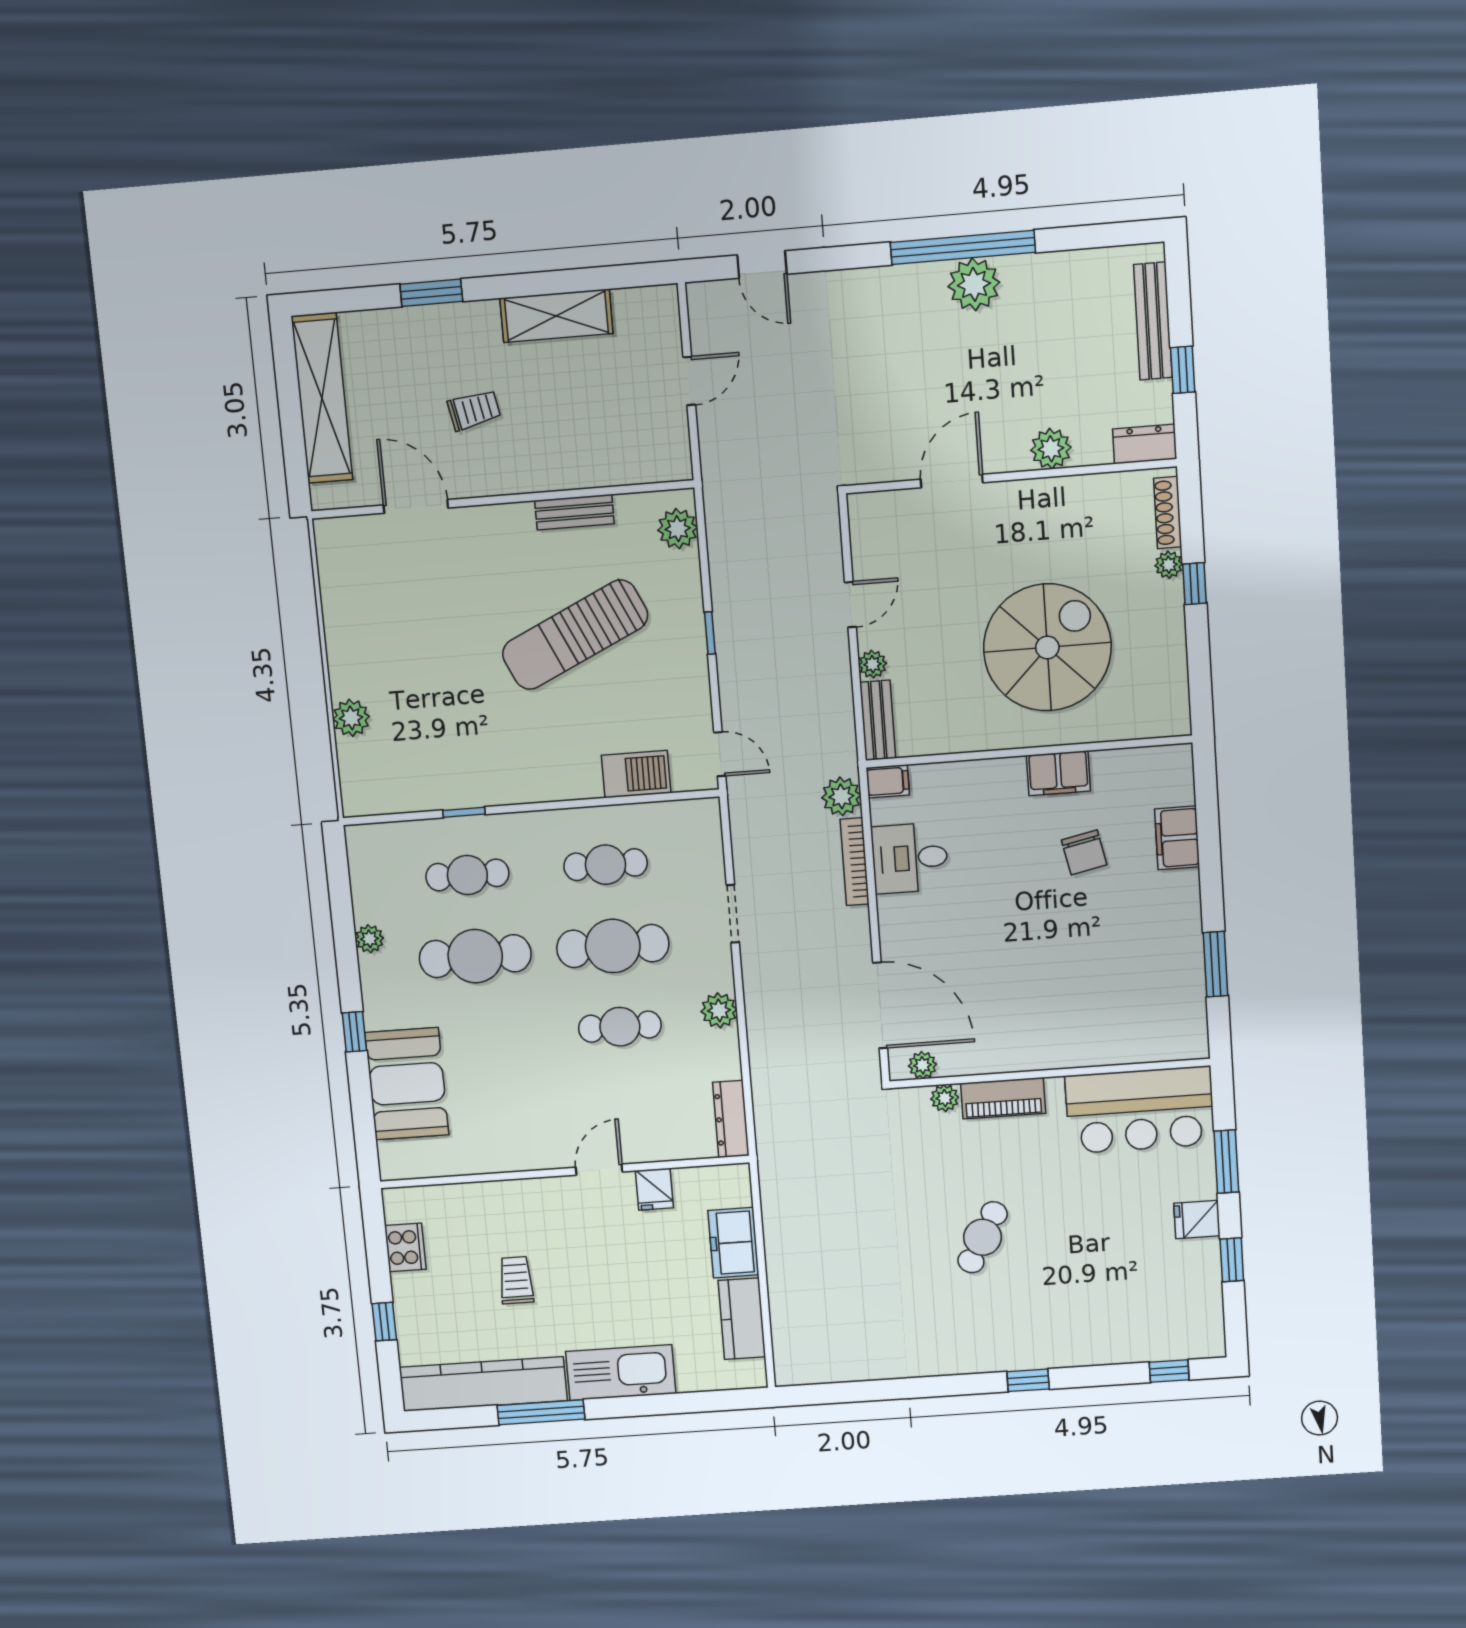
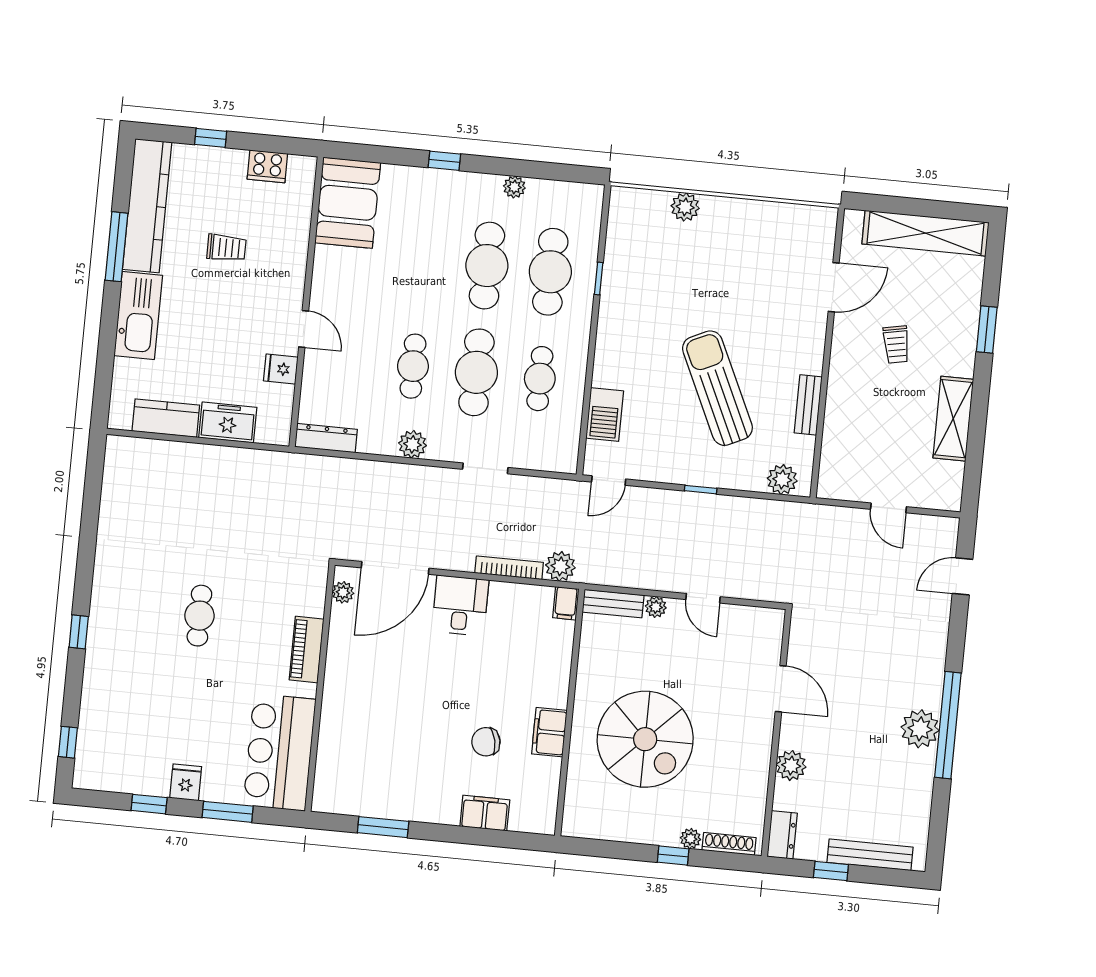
desk: (910, 858) -> (460, 606), moved
cafe table: (467, 875) -> (550, 272), width x1.37, depth x1.35
booth: (407, 1084) -> (348, 203), moved, turned 90
plant: (945, 1098) -> (314, 605), removed
cafe table: (983, 1237) -> (199, 616), turned 61

